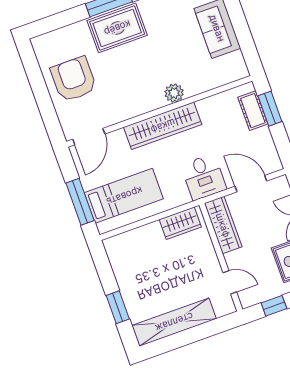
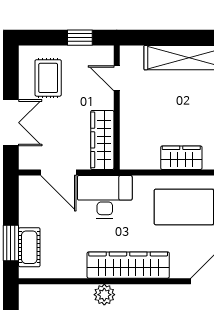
desk: (204, 177) -> (105, 197), width x1.37
wardrobe: (180, 223) -> (181, 158), moved

